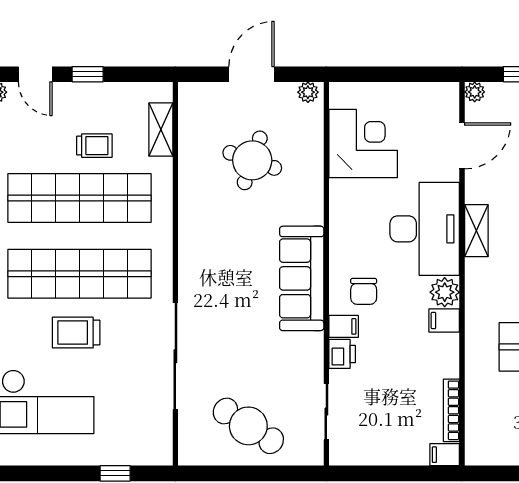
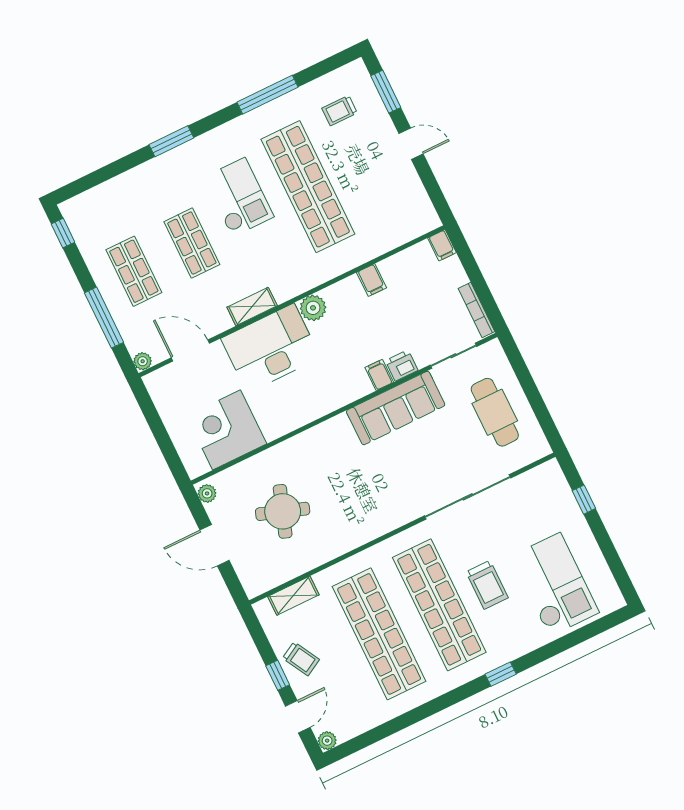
trolley: (94, 146) -> (301, 659), moved, turned 151
sofa: (302, 278) -> (396, 408), moved
chair: (364, 291) -> (344, 373), removed
filing cabinet: (444, 321) -> (371, 280), moved
bookcase: (451, 410) -> (476, 310), moved, turned 90
cafe table: (248, 426) -> (495, 412), turned -33

